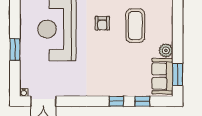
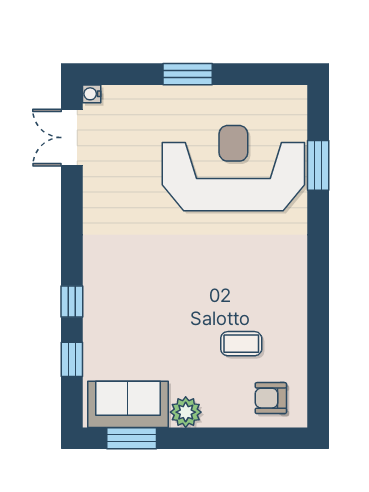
armchair: (102, 23) -> (271, 398), moved
coffee table: (135, 26) -> (241, 344), width x0.54, depth x0.58

